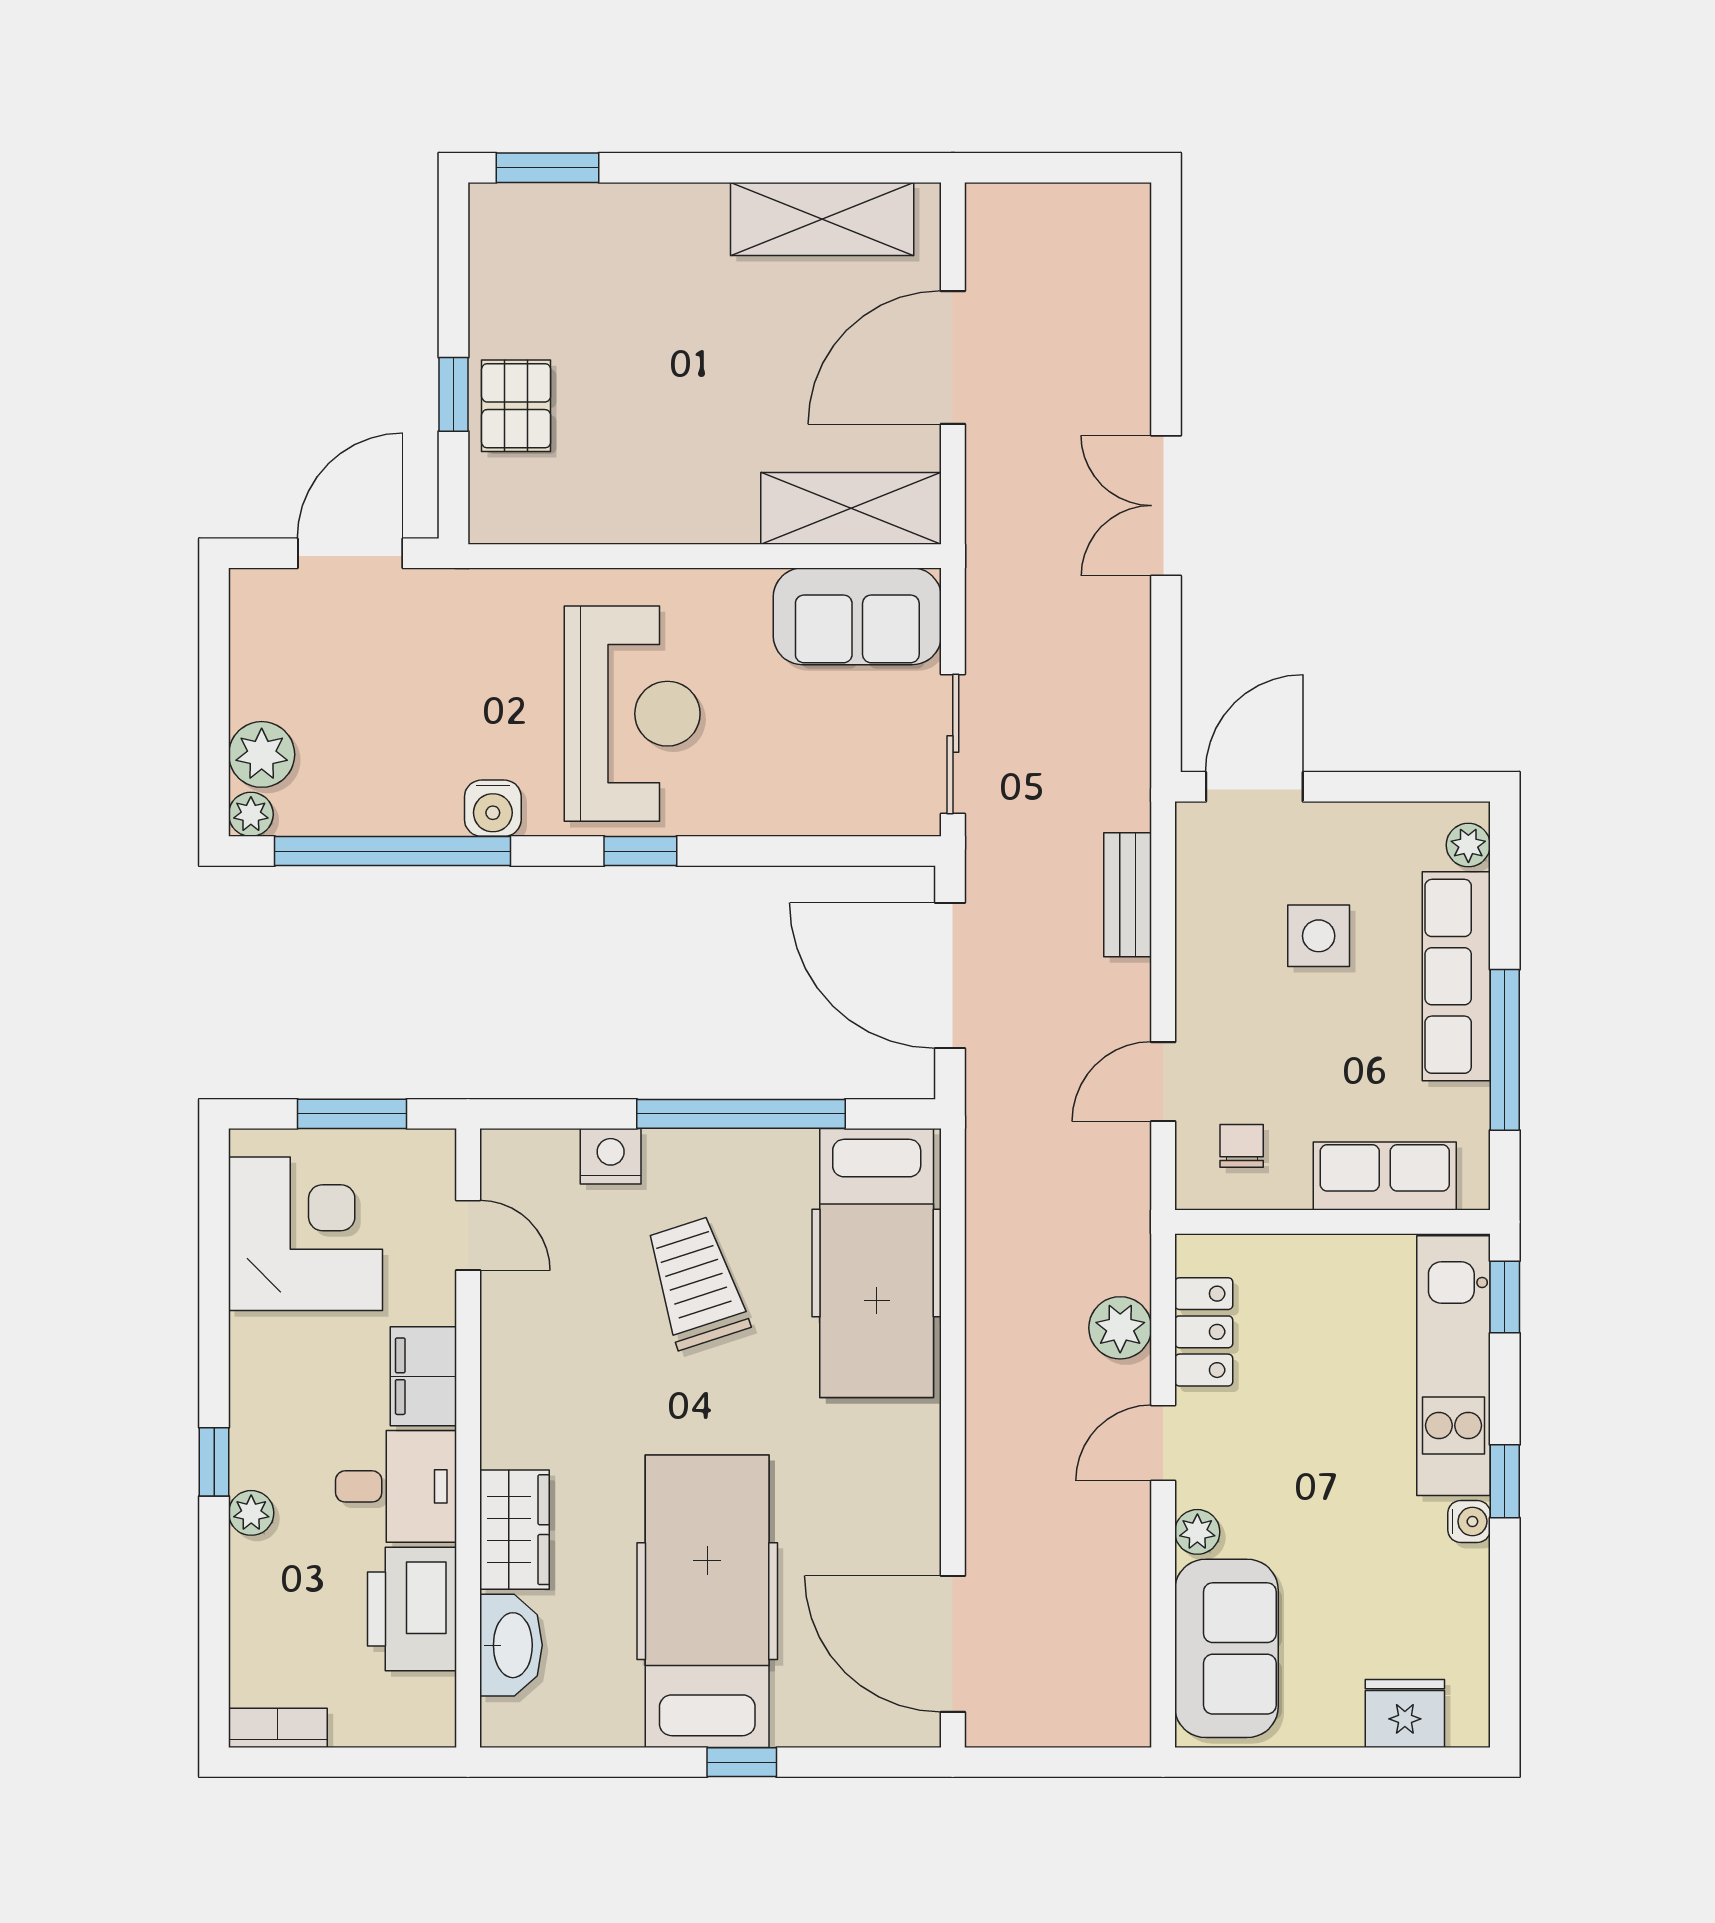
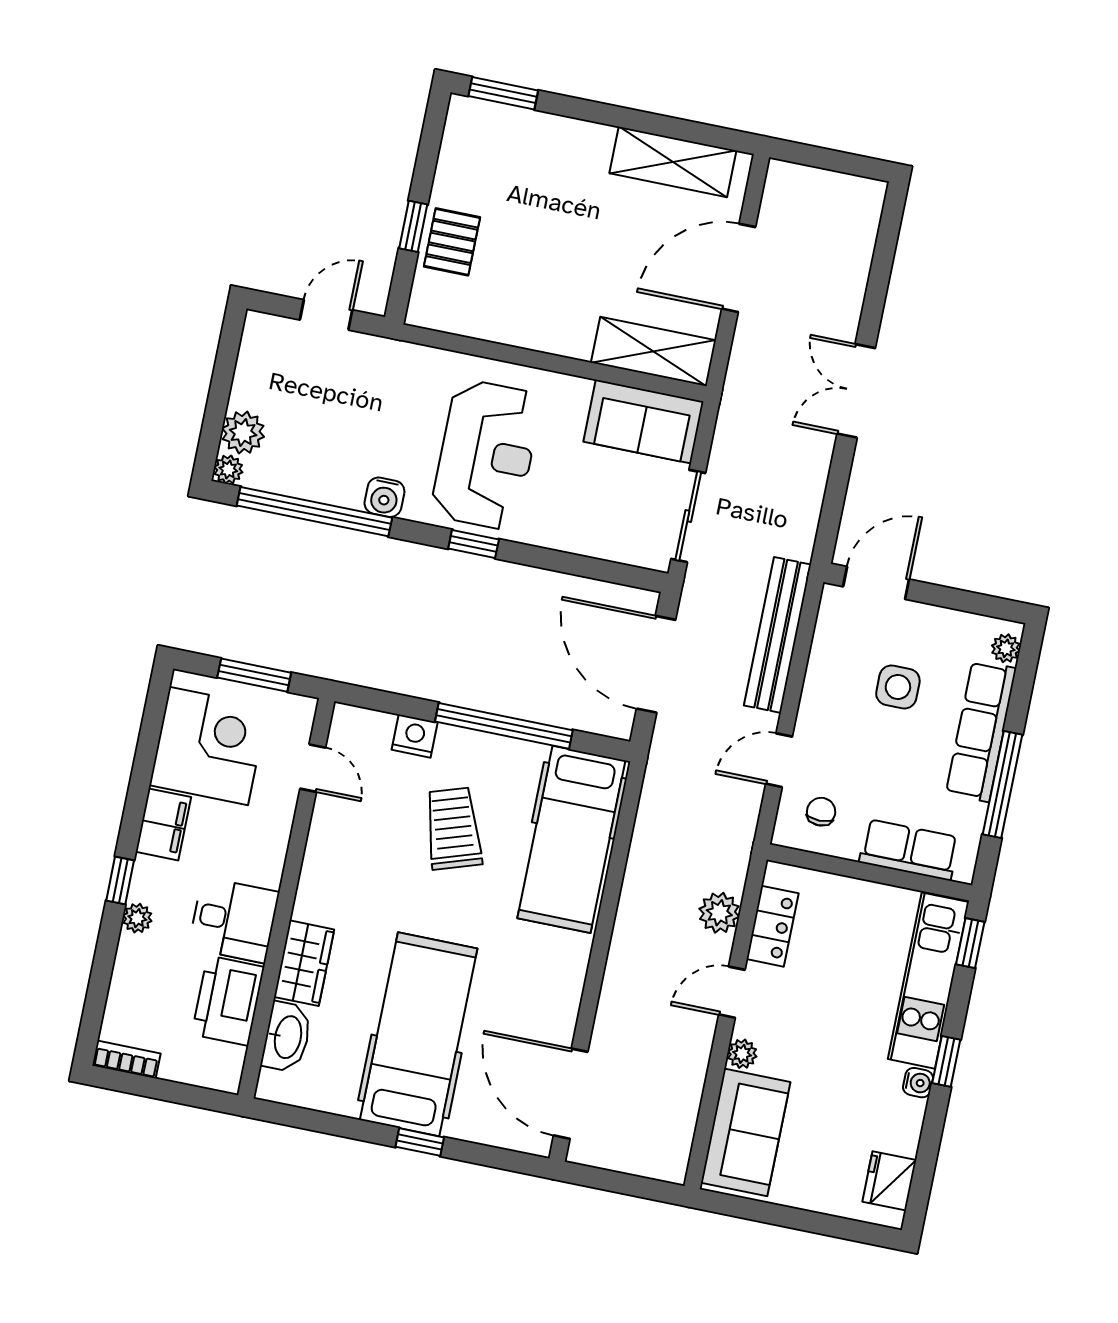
door: (350, 553) -> (326, 315), width x0.73
bench: (1128, 895) -> (777, 635), width x1.86, depth x1.21
filing cabinet: (423, 1376) -> (163, 824), moved, turned 180
fridge: (1405, 1713) -> (889, 1181), moved, turned -90

